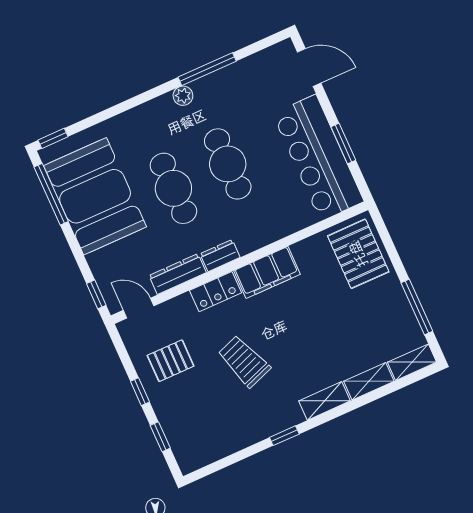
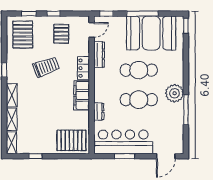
plant: (183, 96) -> (175, 93), width x1.88, depth x1.88
window: (51, 194) -> (142, 14), moved
dresser: (220, 256) -> (99, 112), moved
window: (417, 307) -> (35, 156), width x0.46
pallet: (204, 431) -> (23, 35), added

